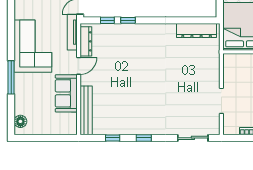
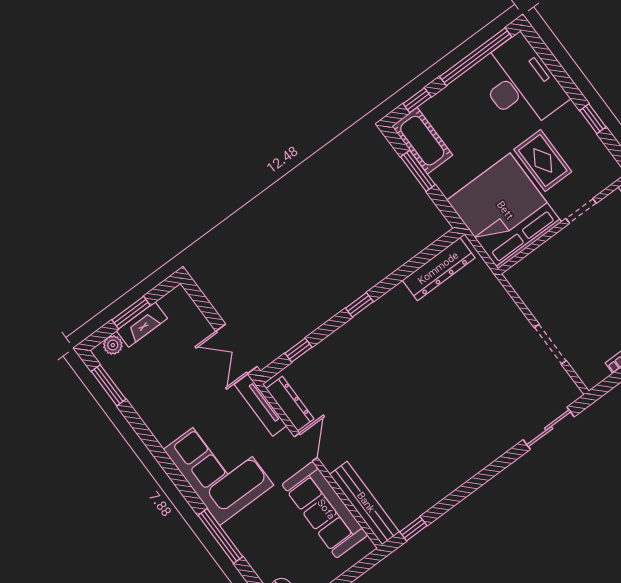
window: (128, 20) -> (359, 305), moved
sofa: (66, 93) -> (325, 510), width x1.36
window: (113, 138) -> (413, 529), moved
window: (144, 138) -> (477, 481), removed

